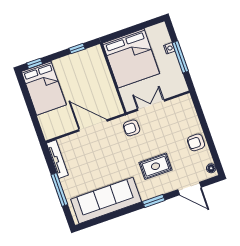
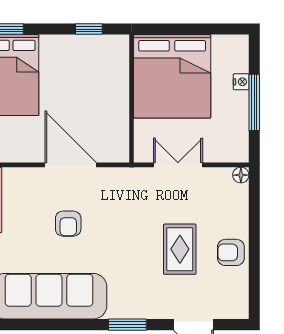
armchair: (132, 128) -> (68, 224), moved, turned -90
rug: (156, 166) -> (180, 249), moved, turned 90
floor lamp: (211, 168) -> (241, 175), moved

